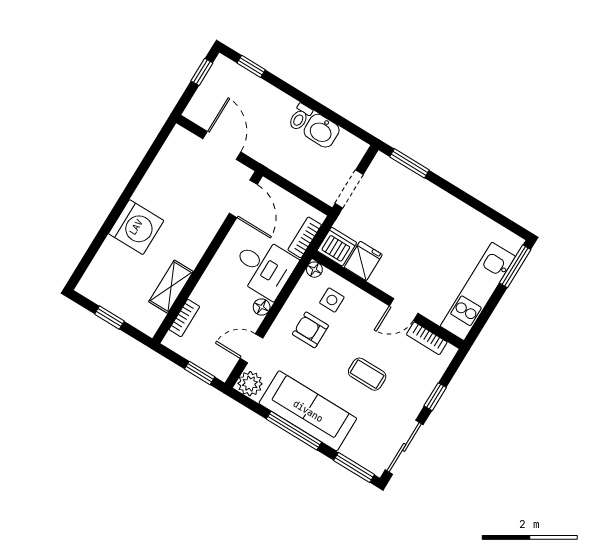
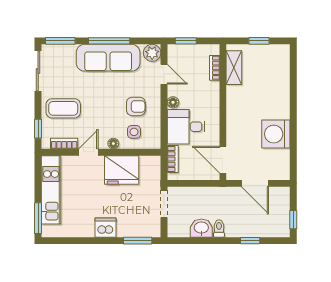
window: (251, 66) -> (250, 241), moved
washing machine: (136, 227) -> (276, 134), moved
dishwasher: (337, 247) -> (105, 228), moved, turned 180
fridge: (363, 261) -> (122, 170), width x1.88, depth x1.34
floor lamp: (314, 270) -> (113, 144), moved
shelving: (171, 287) -> (234, 68), moved
door: (251, 348) -> (164, 74), hinge flipped
coffee table: (367, 374) -> (63, 108), moved, width x1.36, depth x1.30
window: (435, 397) -> (38, 129), moved

